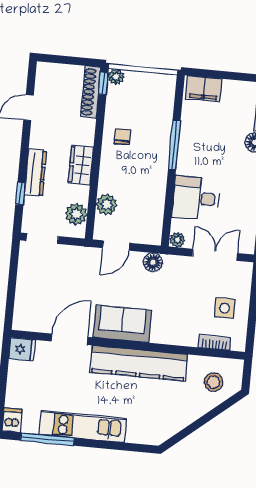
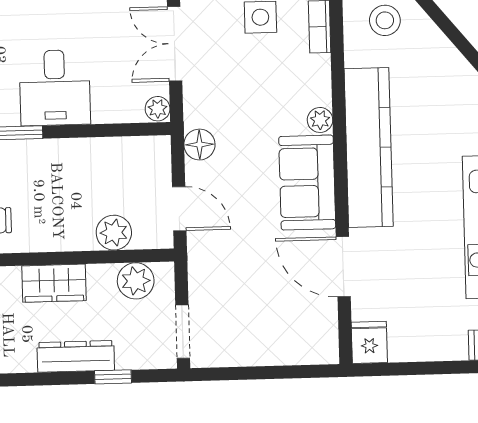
desk: (196, 198) -> (55, 88), moved
plant: (159, 336) -> (320, 120), added

